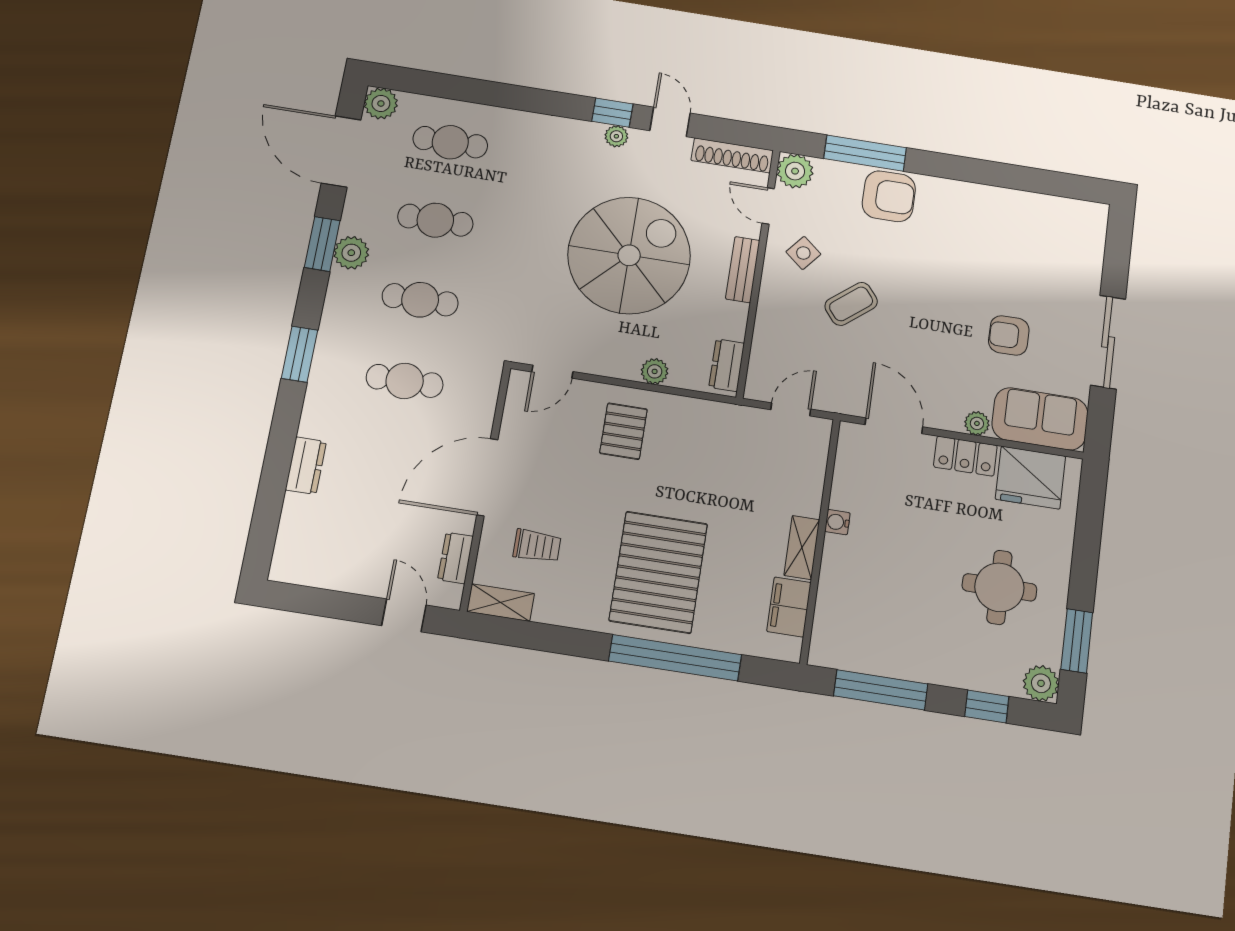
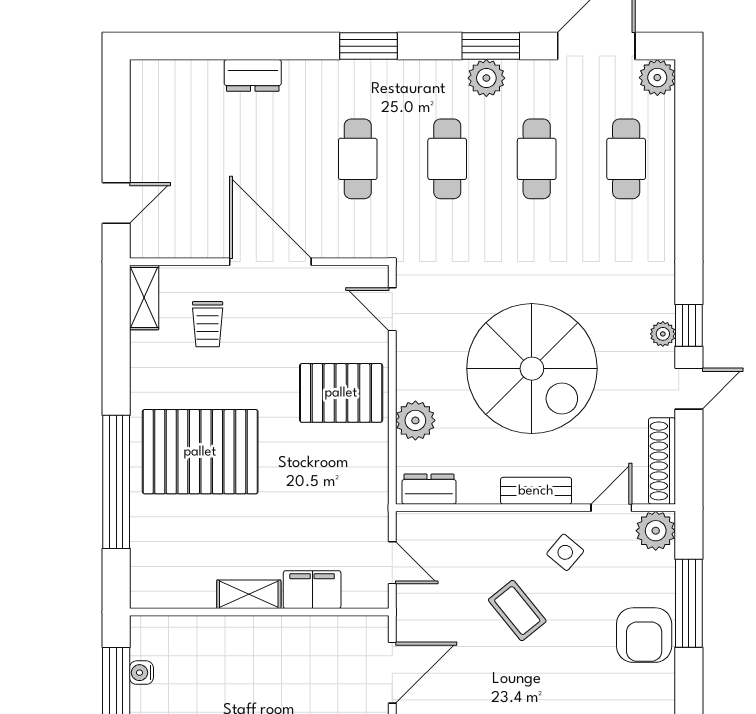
plant: (655, 371) -> (415, 420), width x1.38, depth x1.38
pallet: (623, 431) -> (341, 393), width x1.50, depth x1.42
water cooler: (837, 522) -> (141, 673), moved, turned -90
dresser: (456, 558) -> (182, 244), removed
filing cabinet: (789, 607) -> (312, 590), moved

